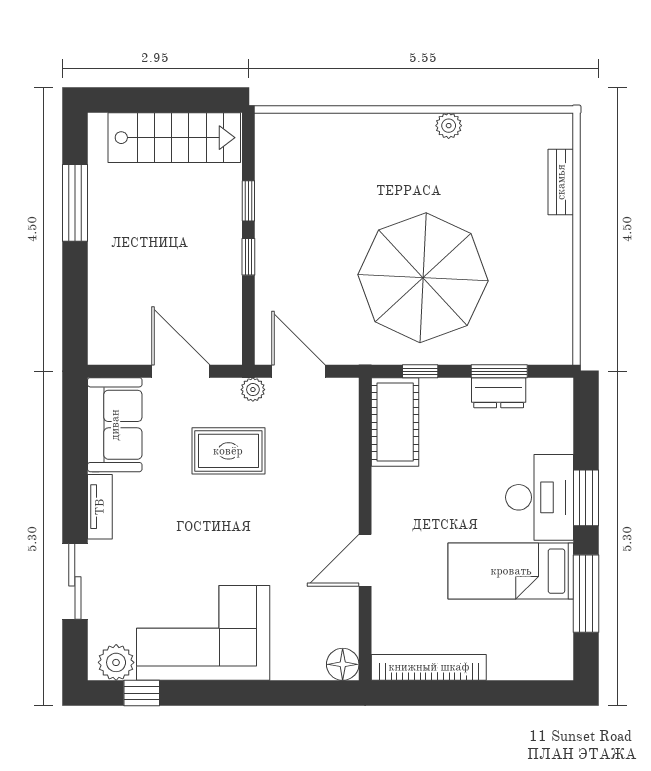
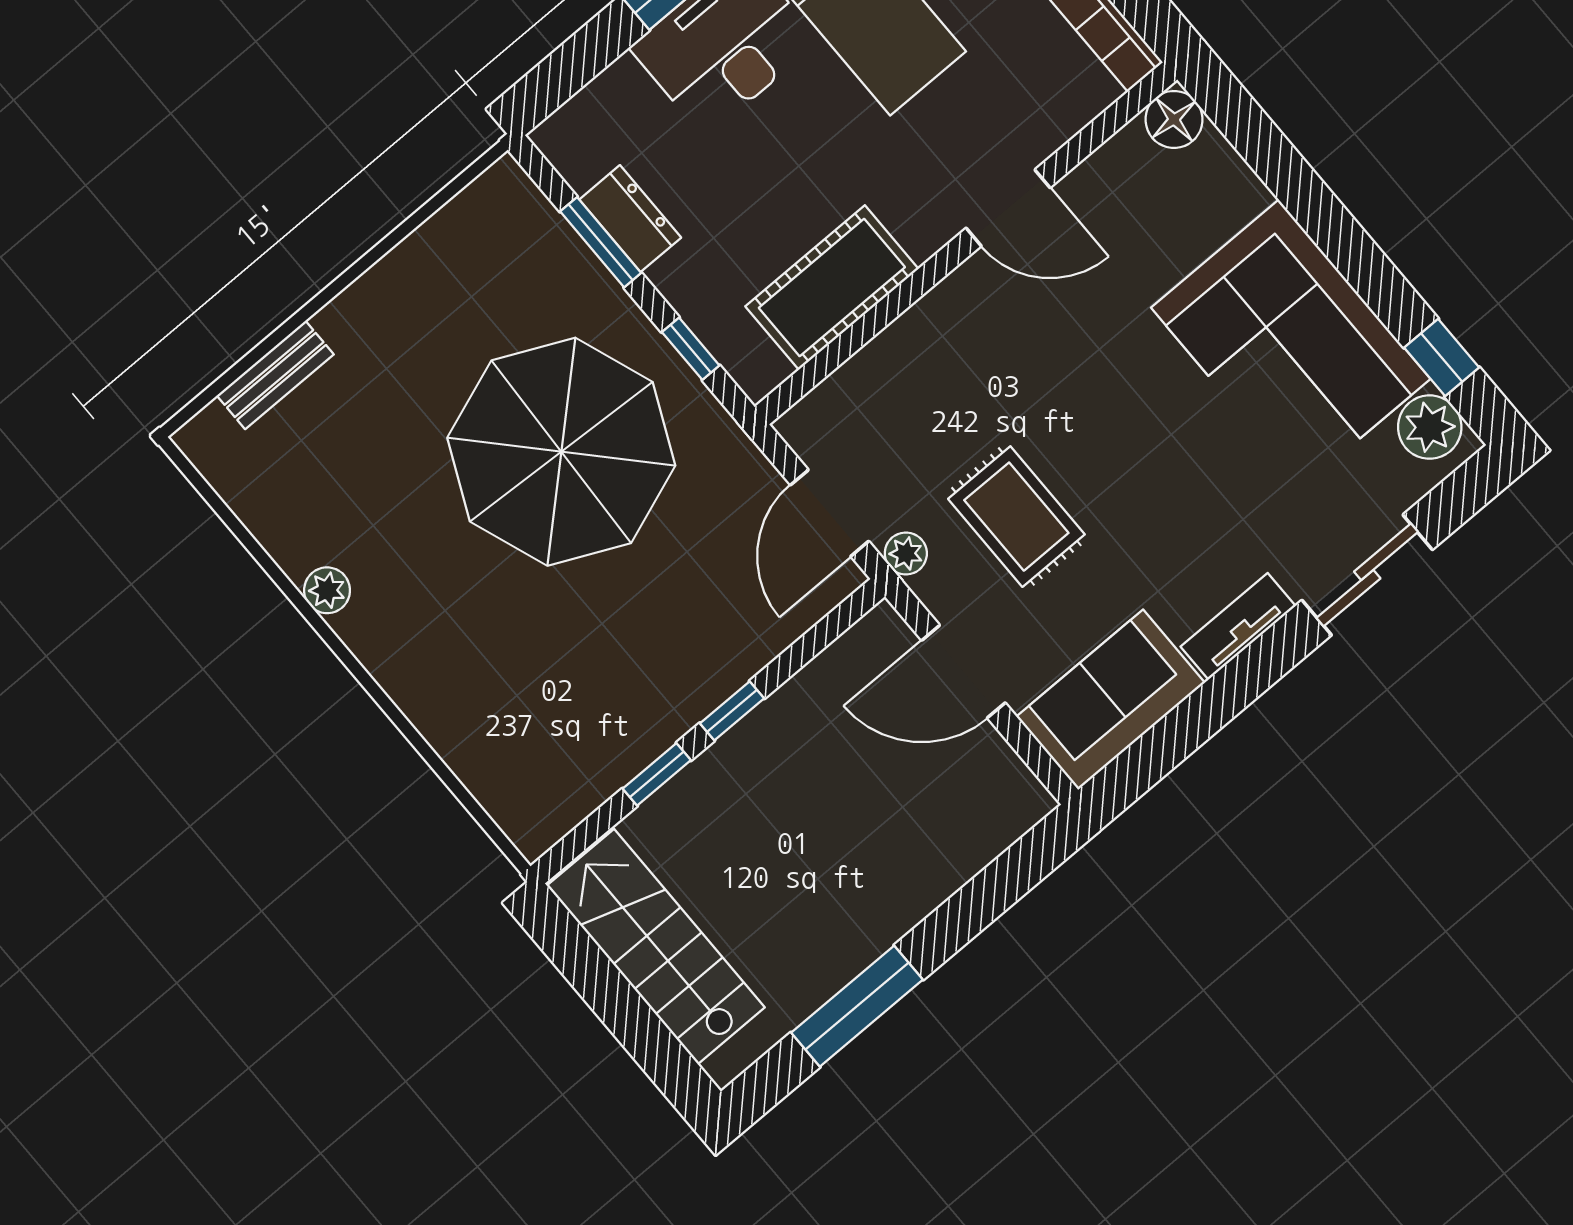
door: (181, 371) -> (963, 672), hinge flipped
cot: (395, 422) -> (832, 288), moved

